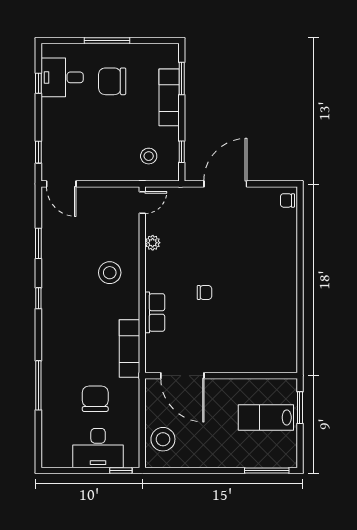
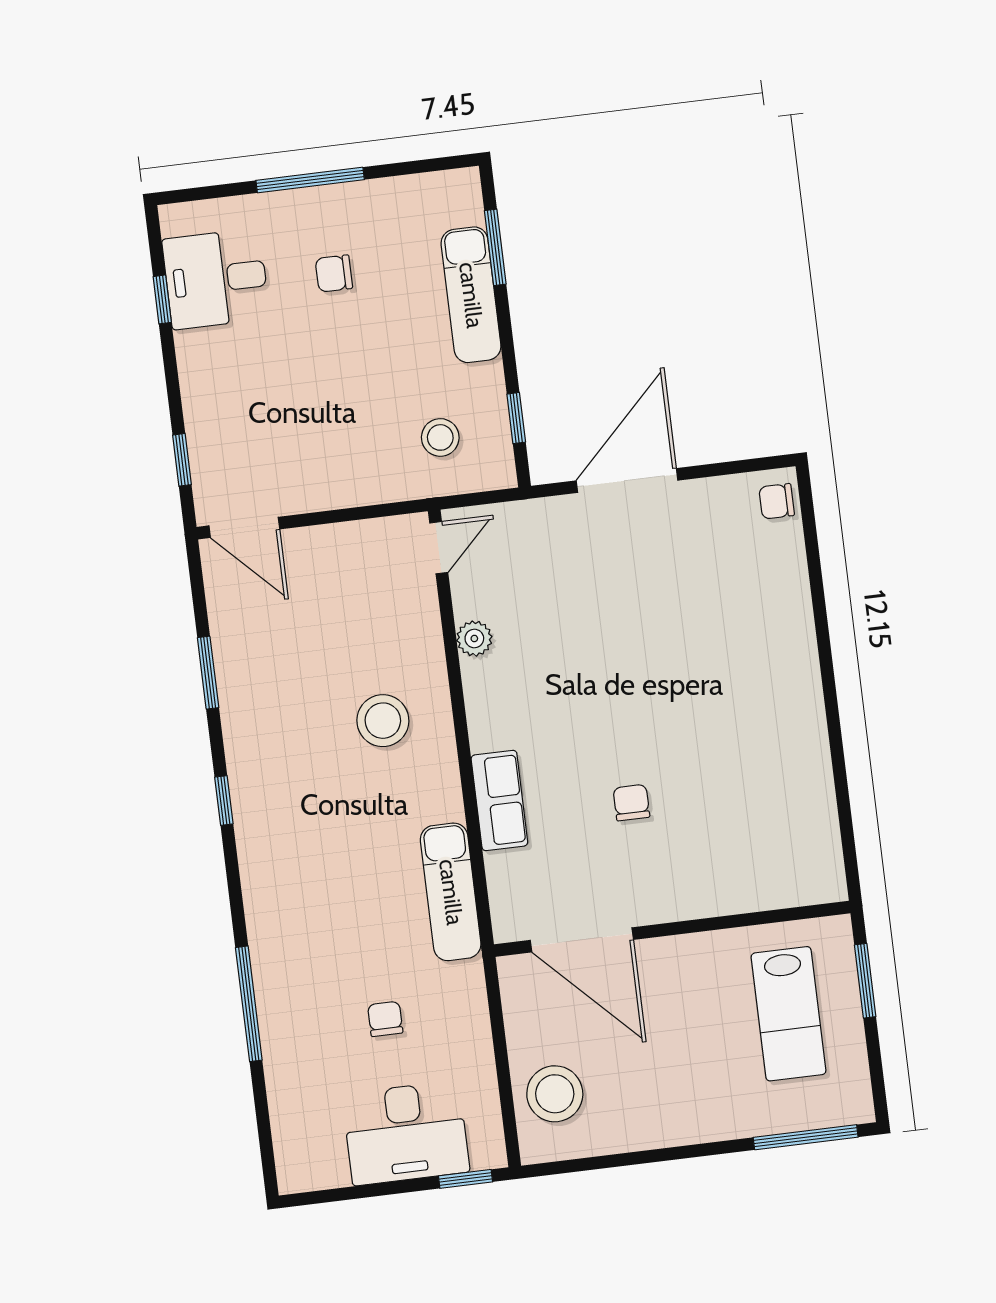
chair: (112, 81) -> (334, 274), width x0.54, depth x0.54
chair: (204, 292) -> (631, 803), moved, turned -90
chair: (95, 399) -> (385, 1019), width x0.54, depth x0.54
lab bench: (266, 418) -> (788, 1014), turned -90

